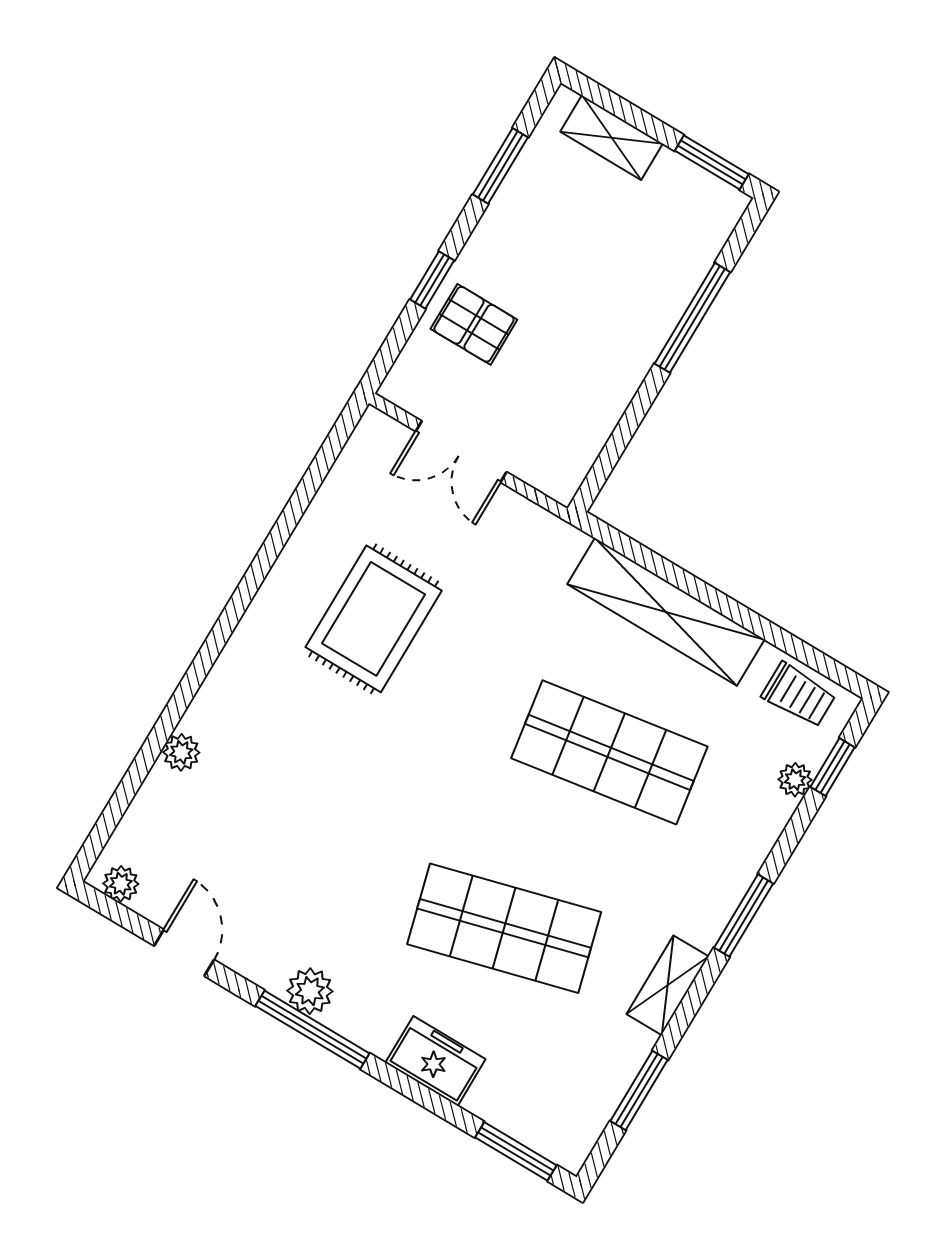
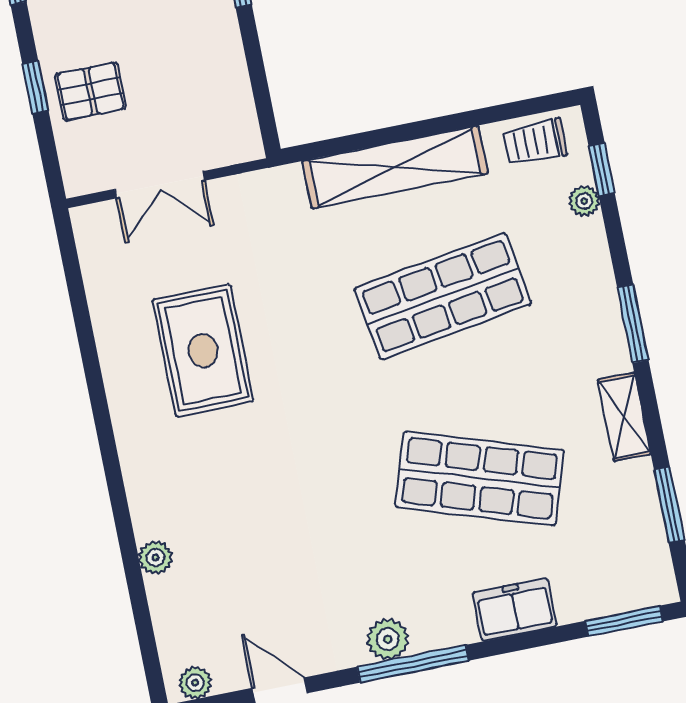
trolley: (799, 695) -> (535, 142), turned 180
shop shelf: (504, 928) -> (480, 478), turned 33

